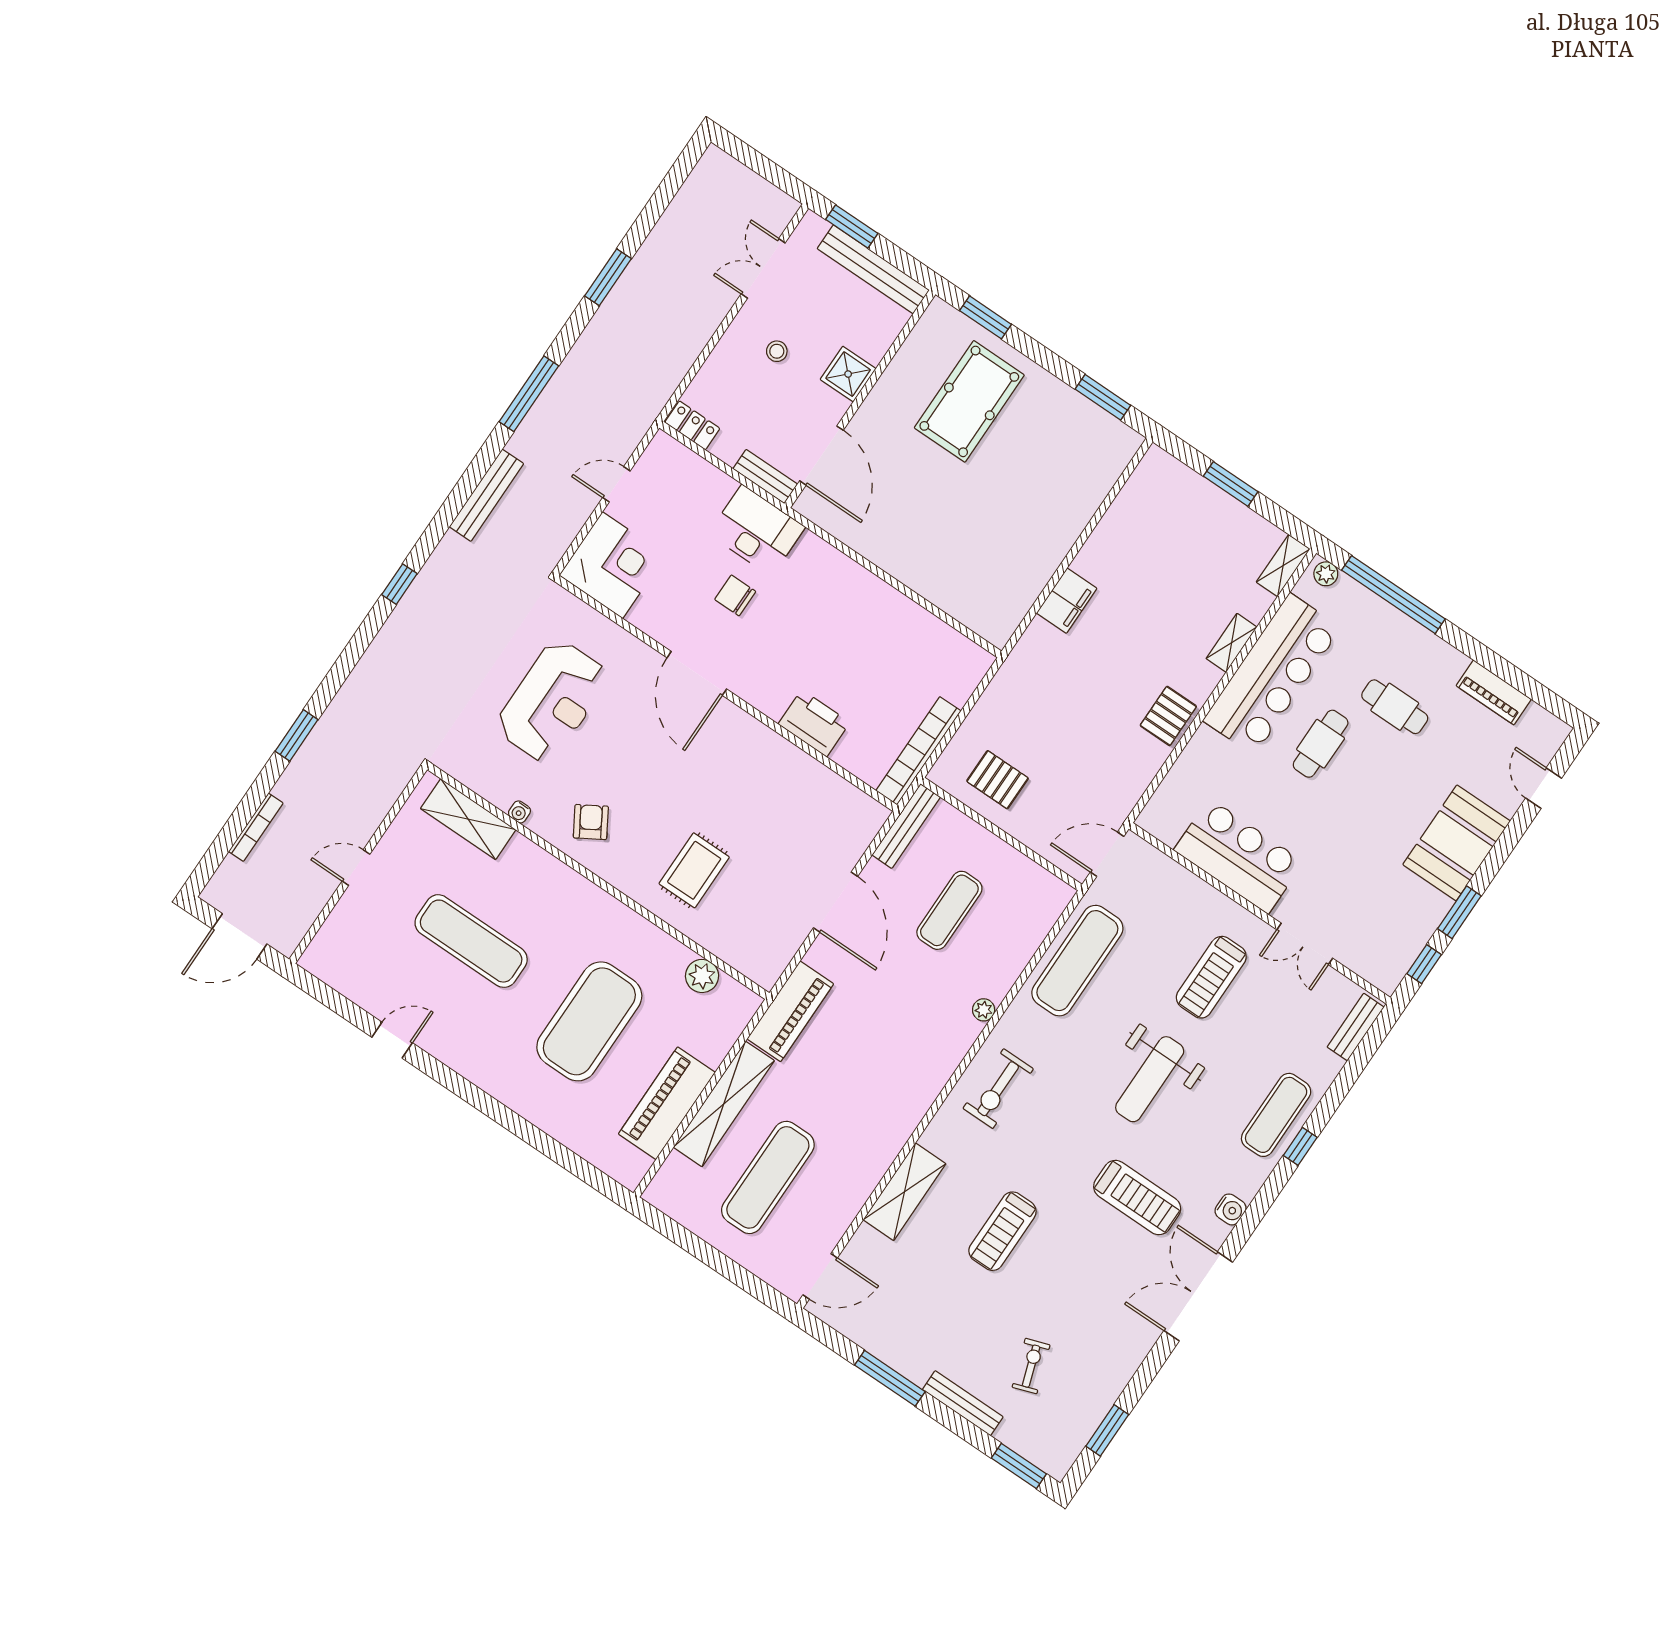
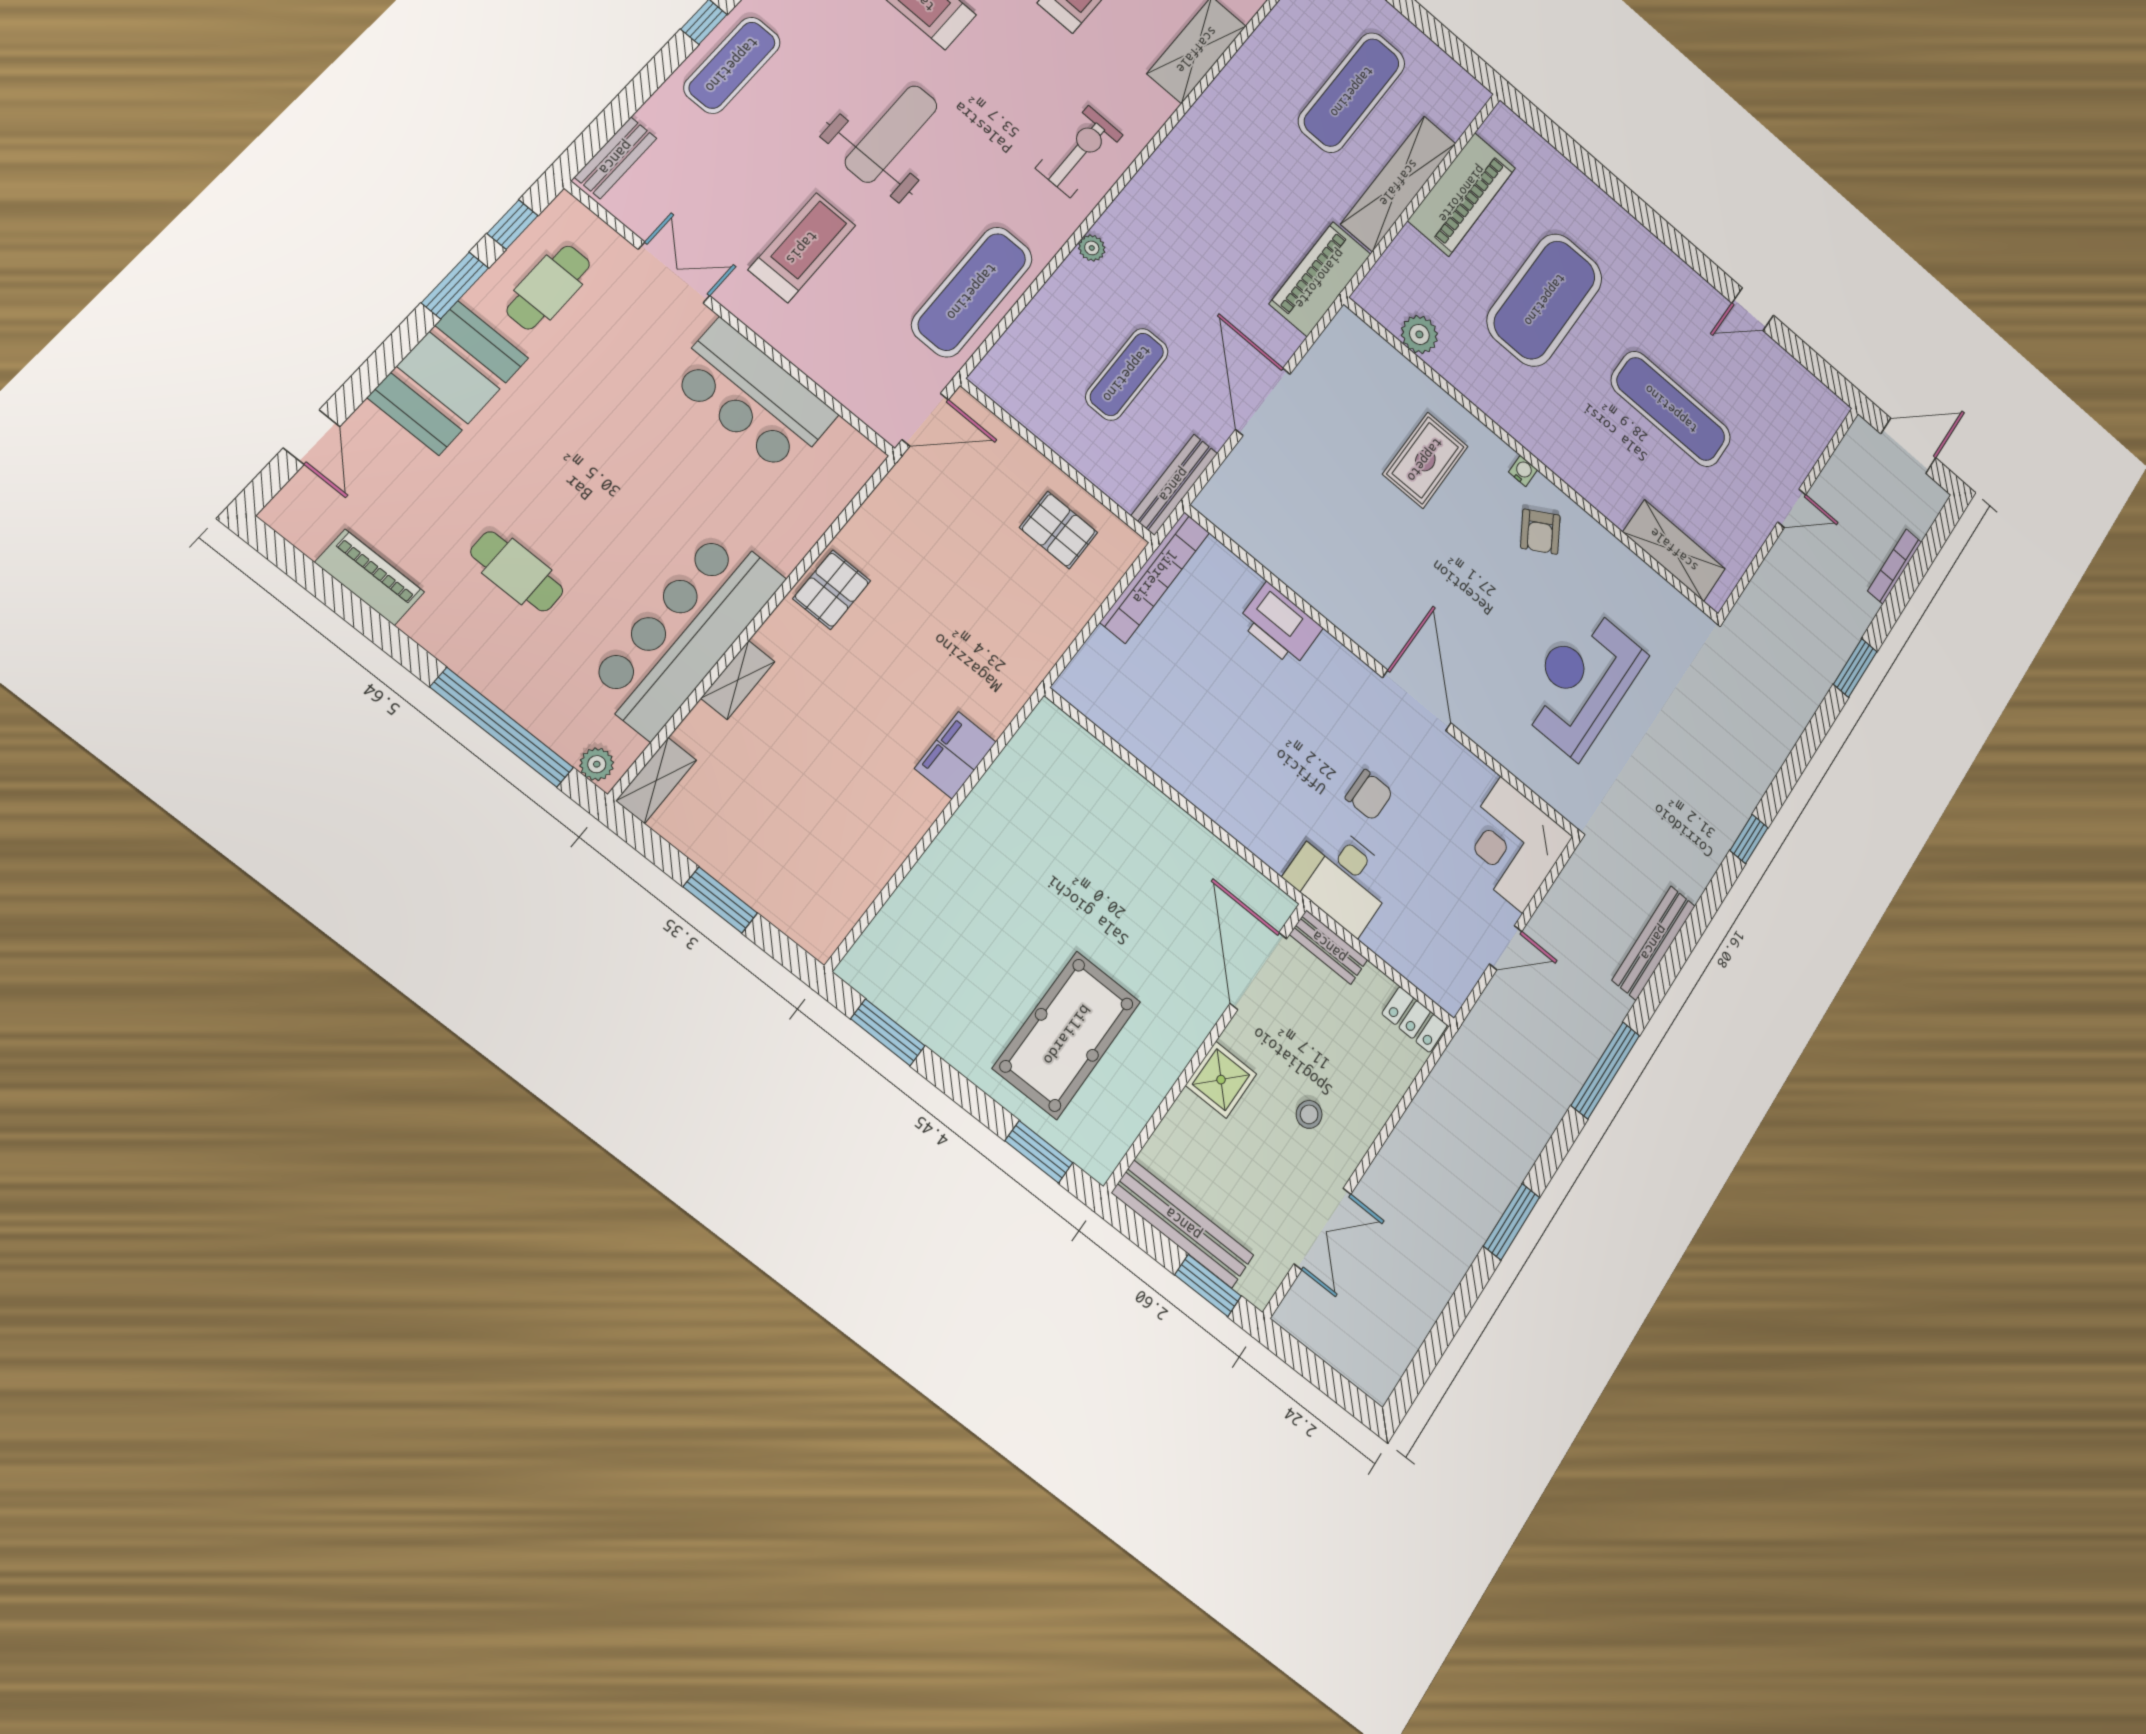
cafe table: (1321, 744) -> (548, 287), moved
water cooler: (519, 812) -> (1523, 471), moved

